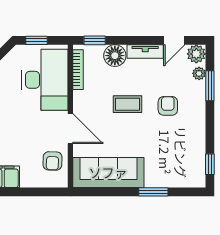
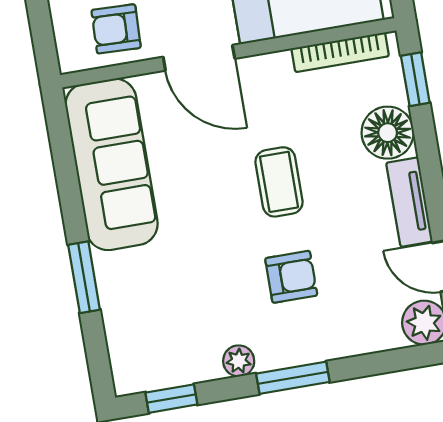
plant: (199, 73) -> (239, 361), moved
window: (210, 86) -> (293, 378), moved
door: (70, 129) -> (199, 58), hinge flipped

